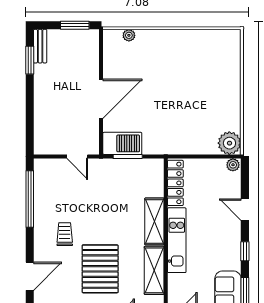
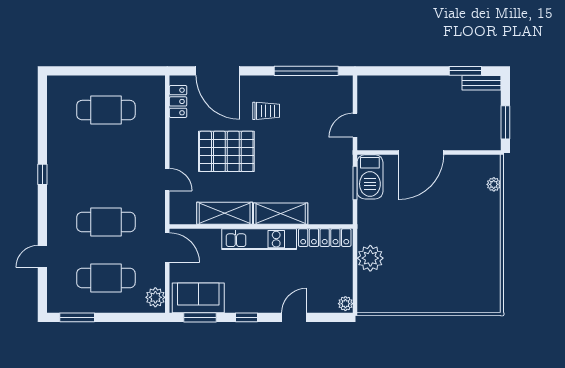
door: (101, 99) -> (421, 153), hinge flipped
plant: (229, 143) -> (370, 258), moved
door: (30, 276) -> (218, 71), width x1.36

